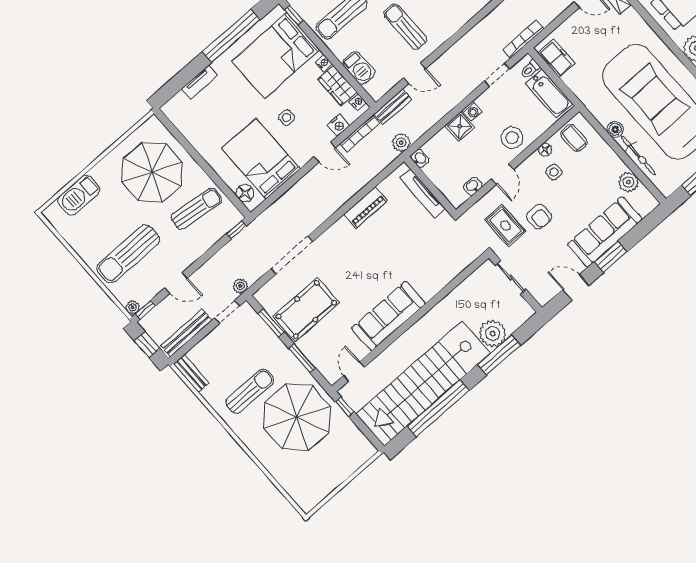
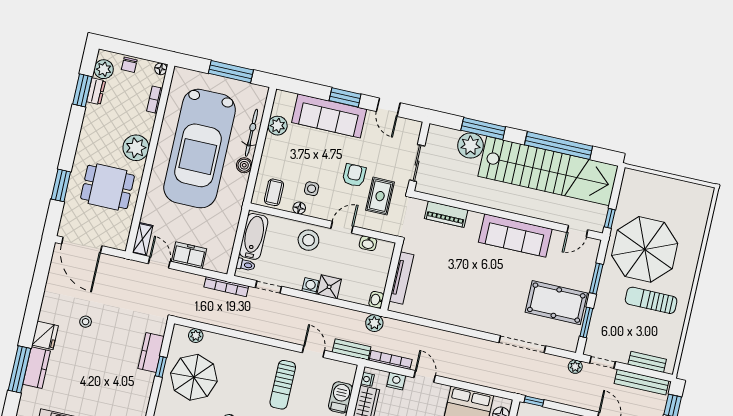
freezer: (556, 58) -> (189, 255), moved, turned 90
piano: (366, 208) -> (446, 214), moved, turned 180
bench: (191, 373) -> (647, 362), moved, turned 90

